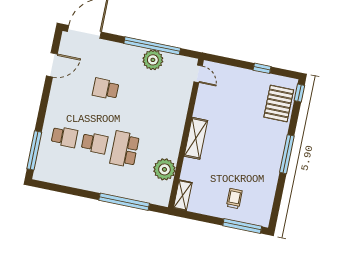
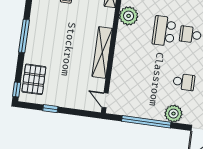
plant: (153, 60) -> (173, 114), moved
shelving: (196, 138) -> (102, 52), width x1.47
school desk: (125, 149) -> (164, 31), turned 180

